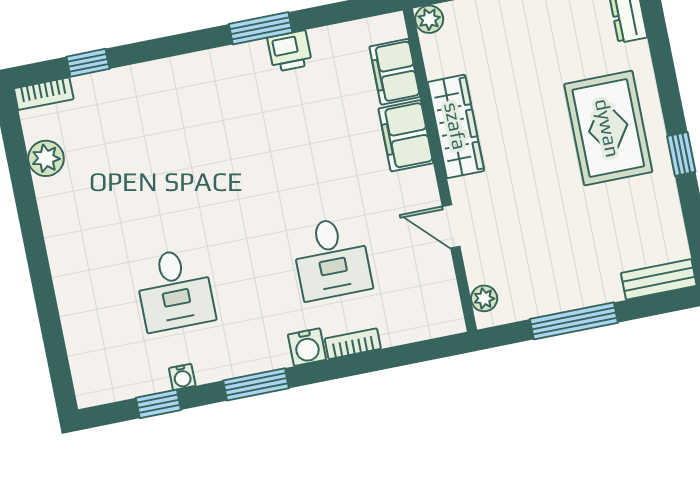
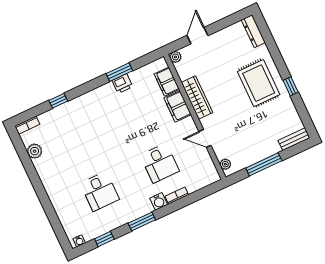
window: (261, 28) -> (119, 72), moved
window: (88, 63) -> (58, 101), moved
water cooler: (182, 377) -> (79, 241), moved

